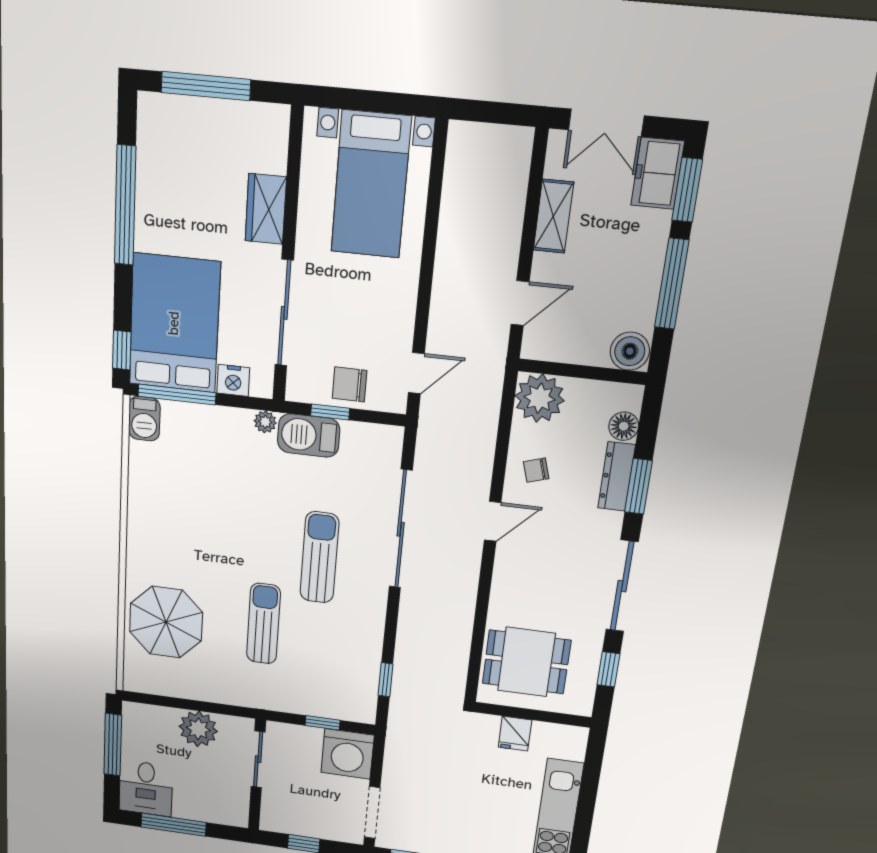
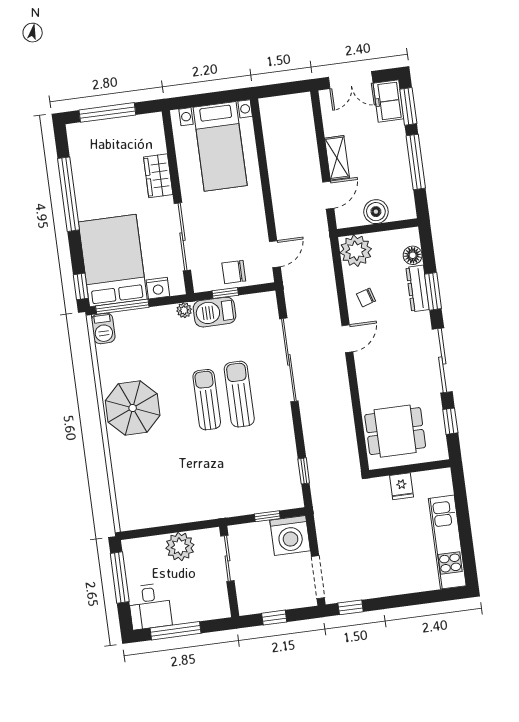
shelving: (553, 216) -> (337, 158), moved
boiler: (630, 351) -> (376, 212), moved
parasol: (166, 622) -> (133, 408), moved
sun lounger: (263, 624) -> (207, 400), moved

